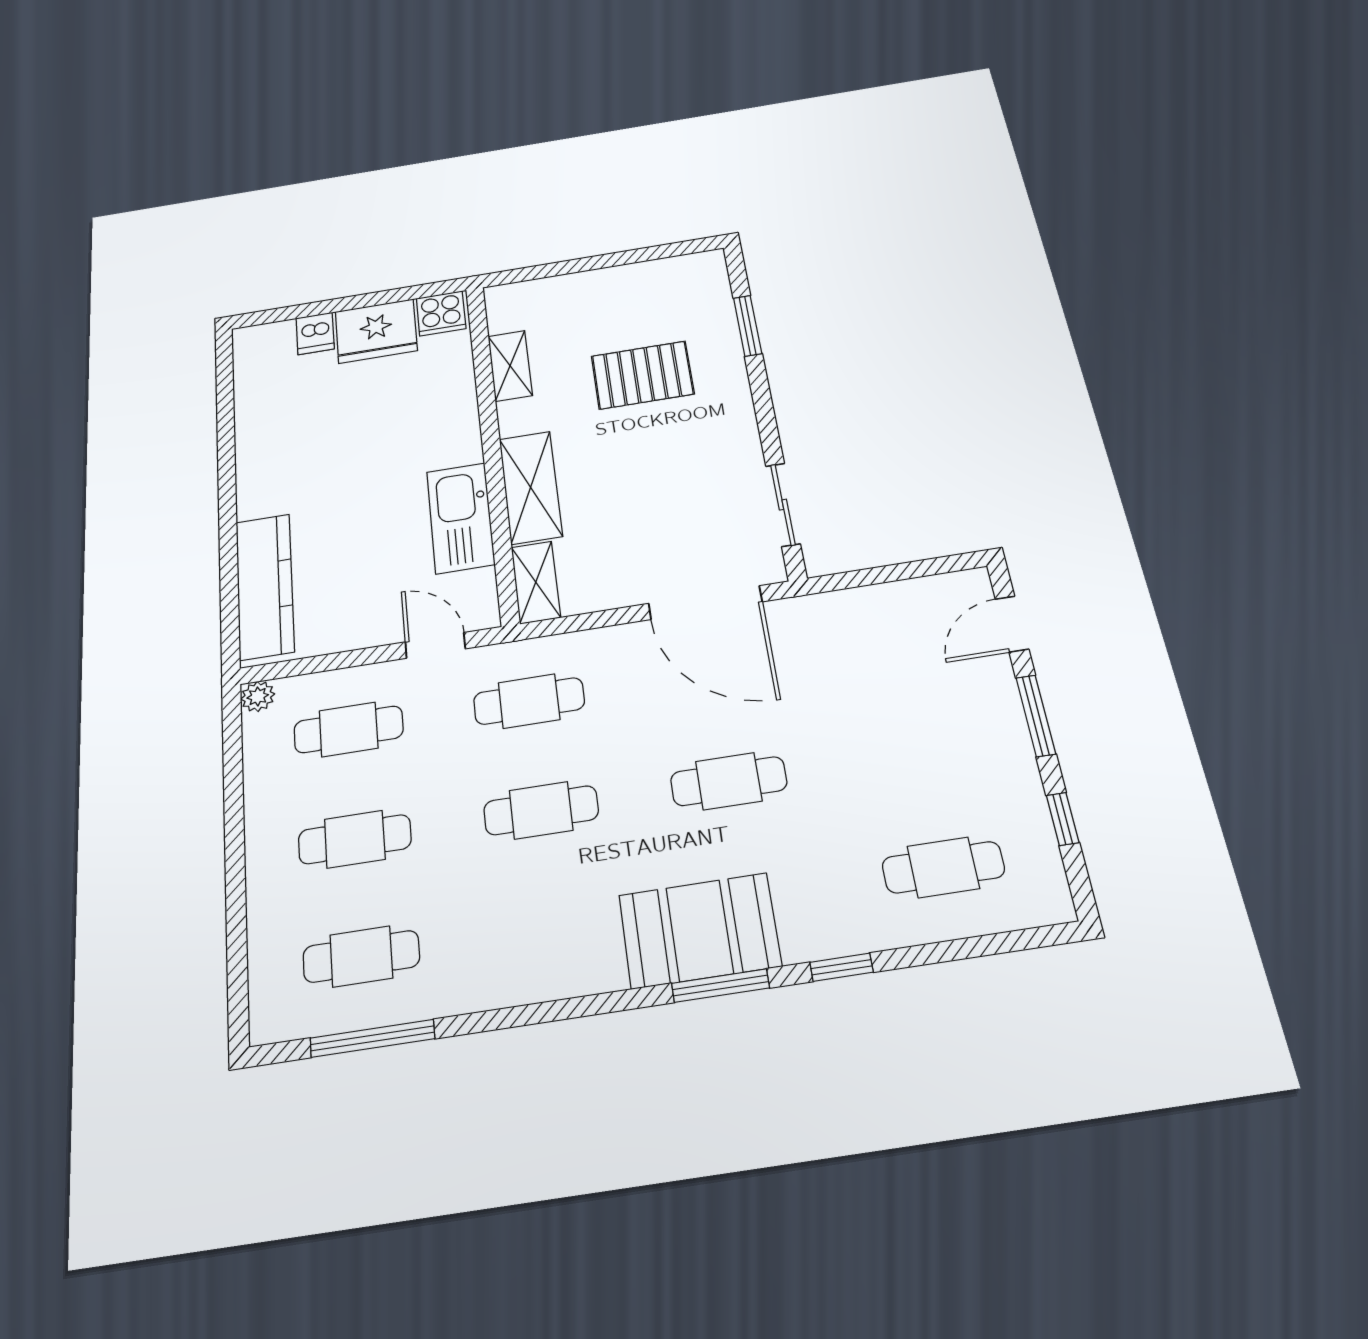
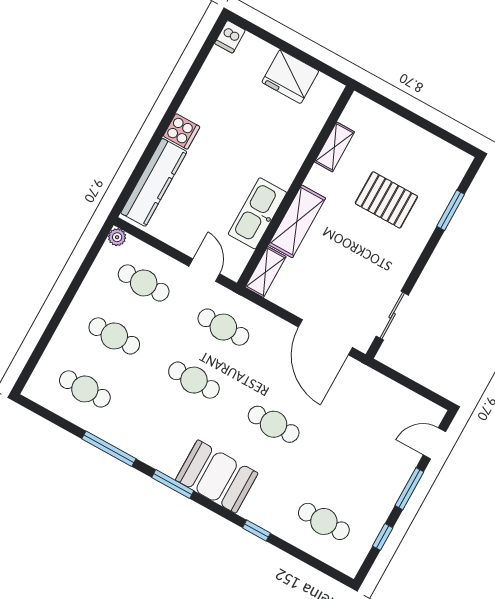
cooker: (441, 313) -> (182, 131), moved, turned -90
dishwasher: (315, 333) -> (230, 37), moved
window: (720, 986) -> (173, 484), moved
window: (372, 1038) -> (109, 449), moved

